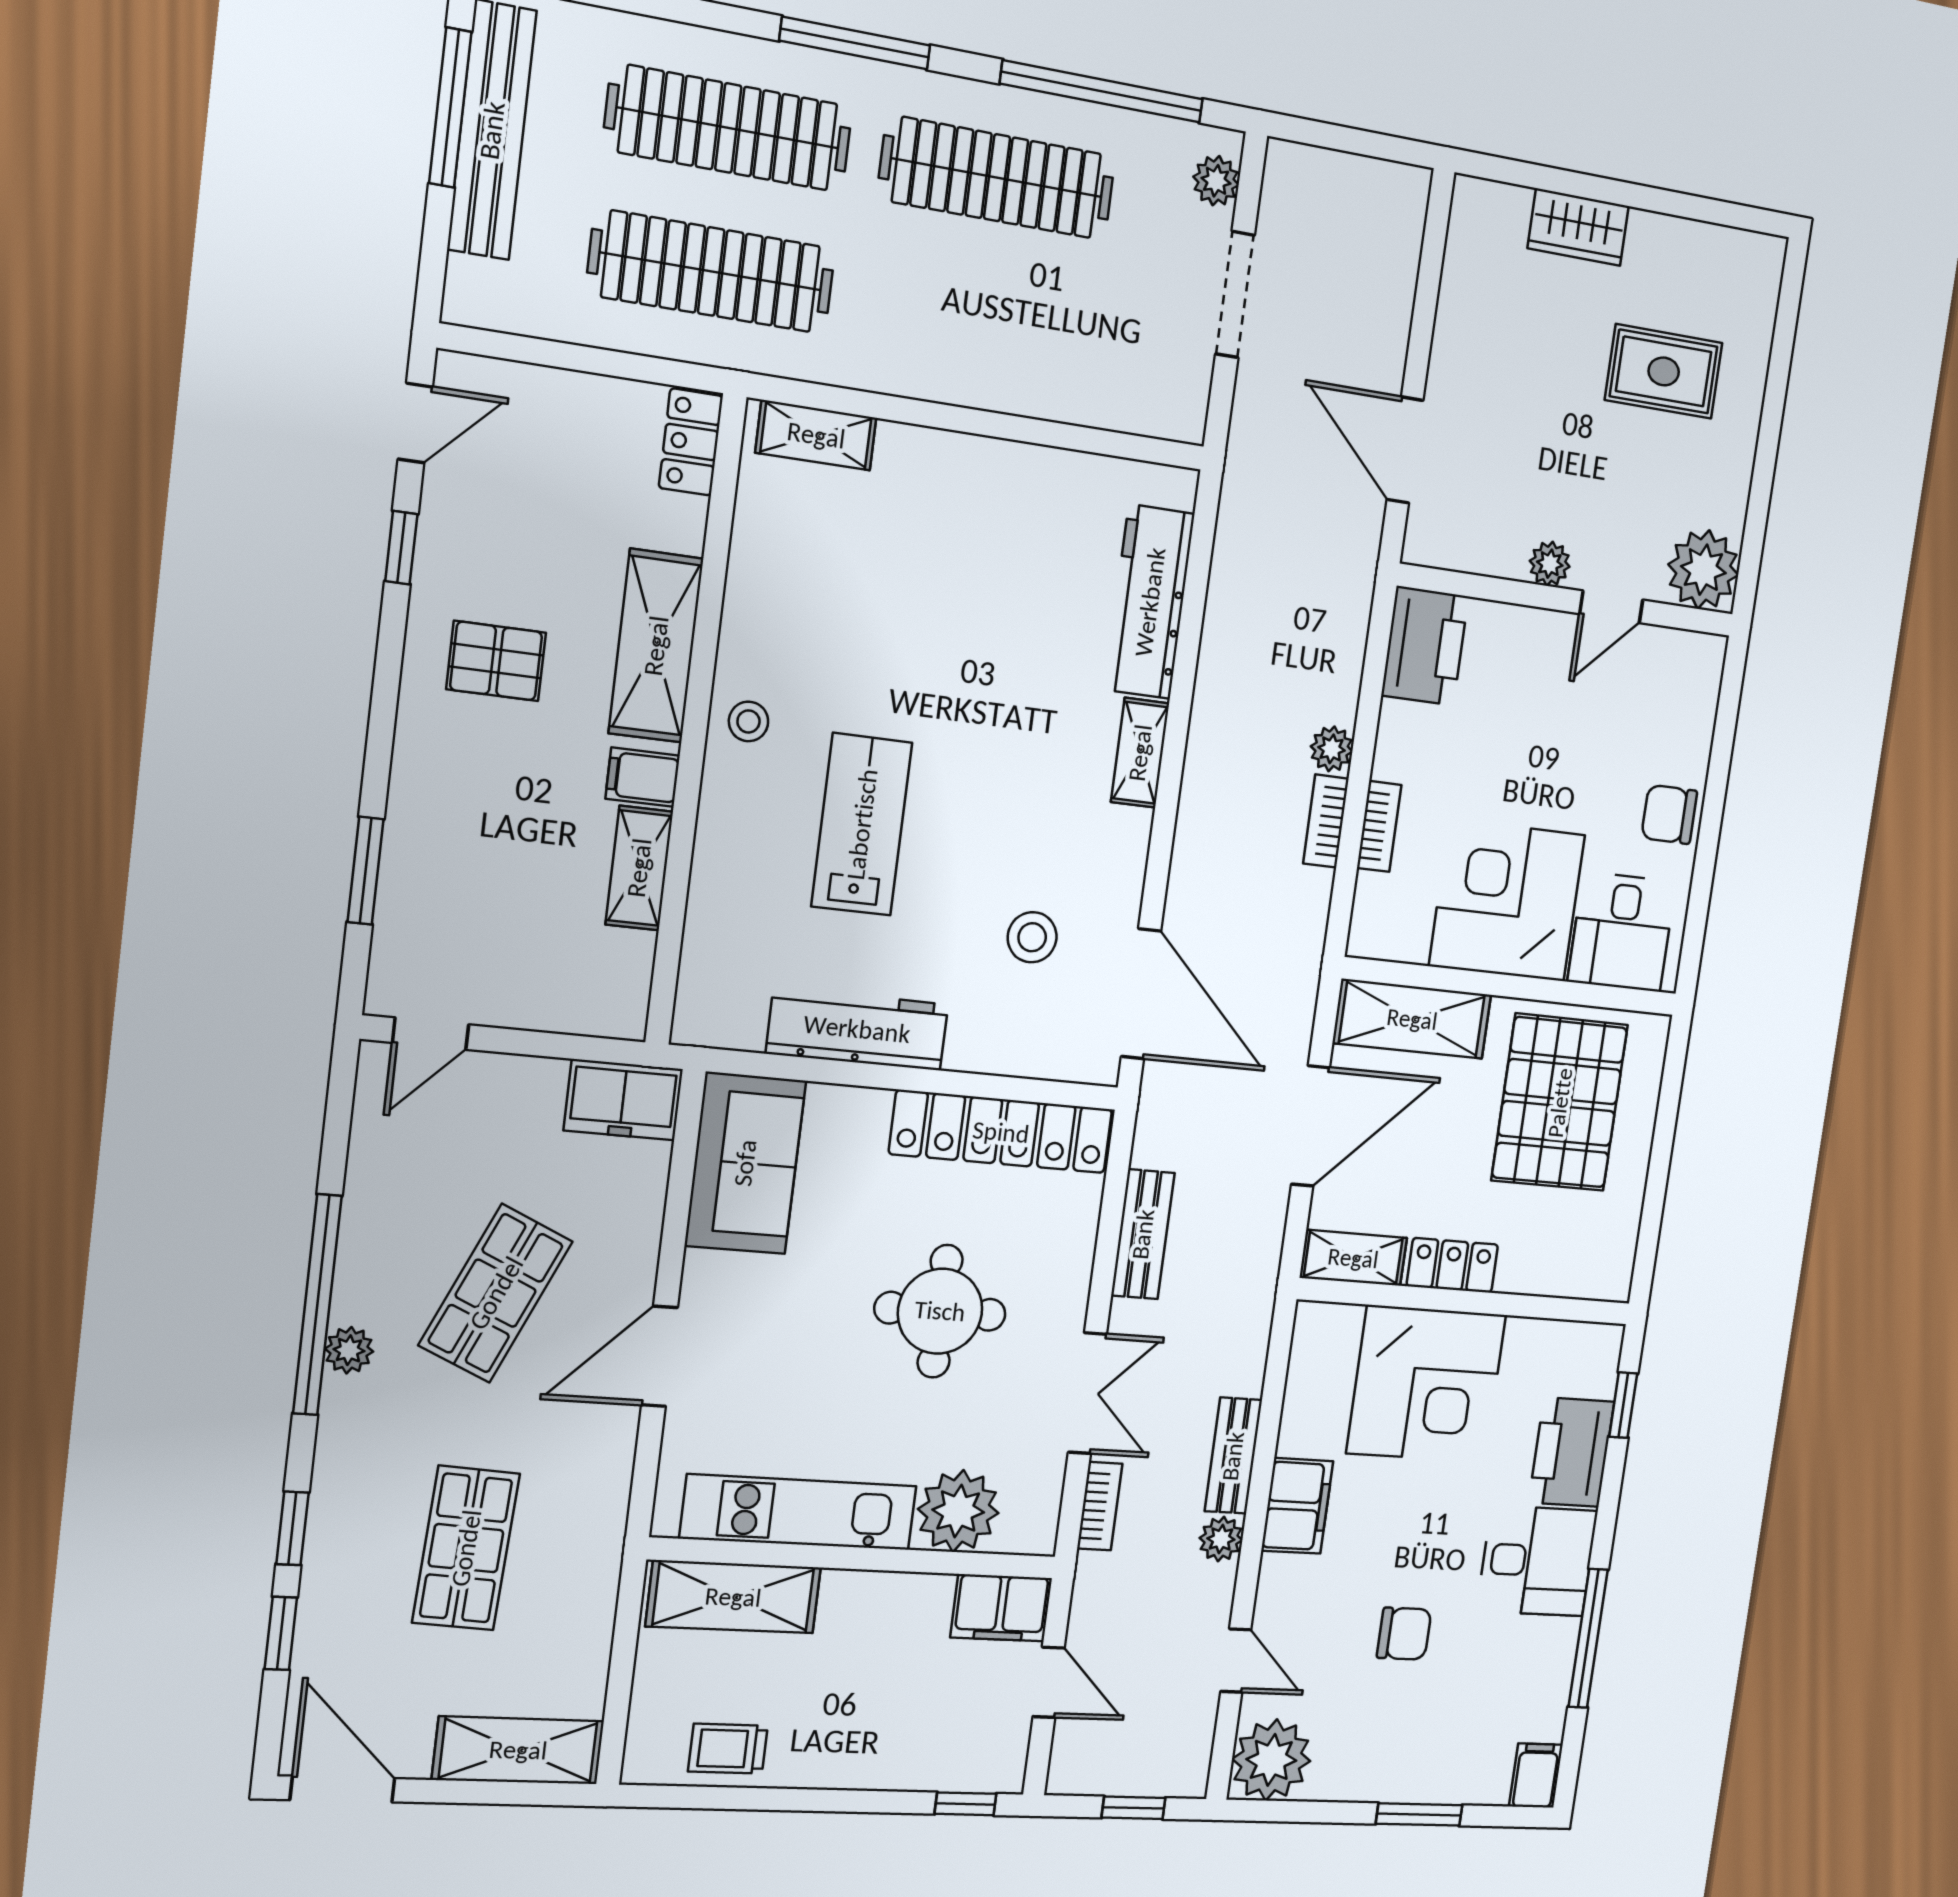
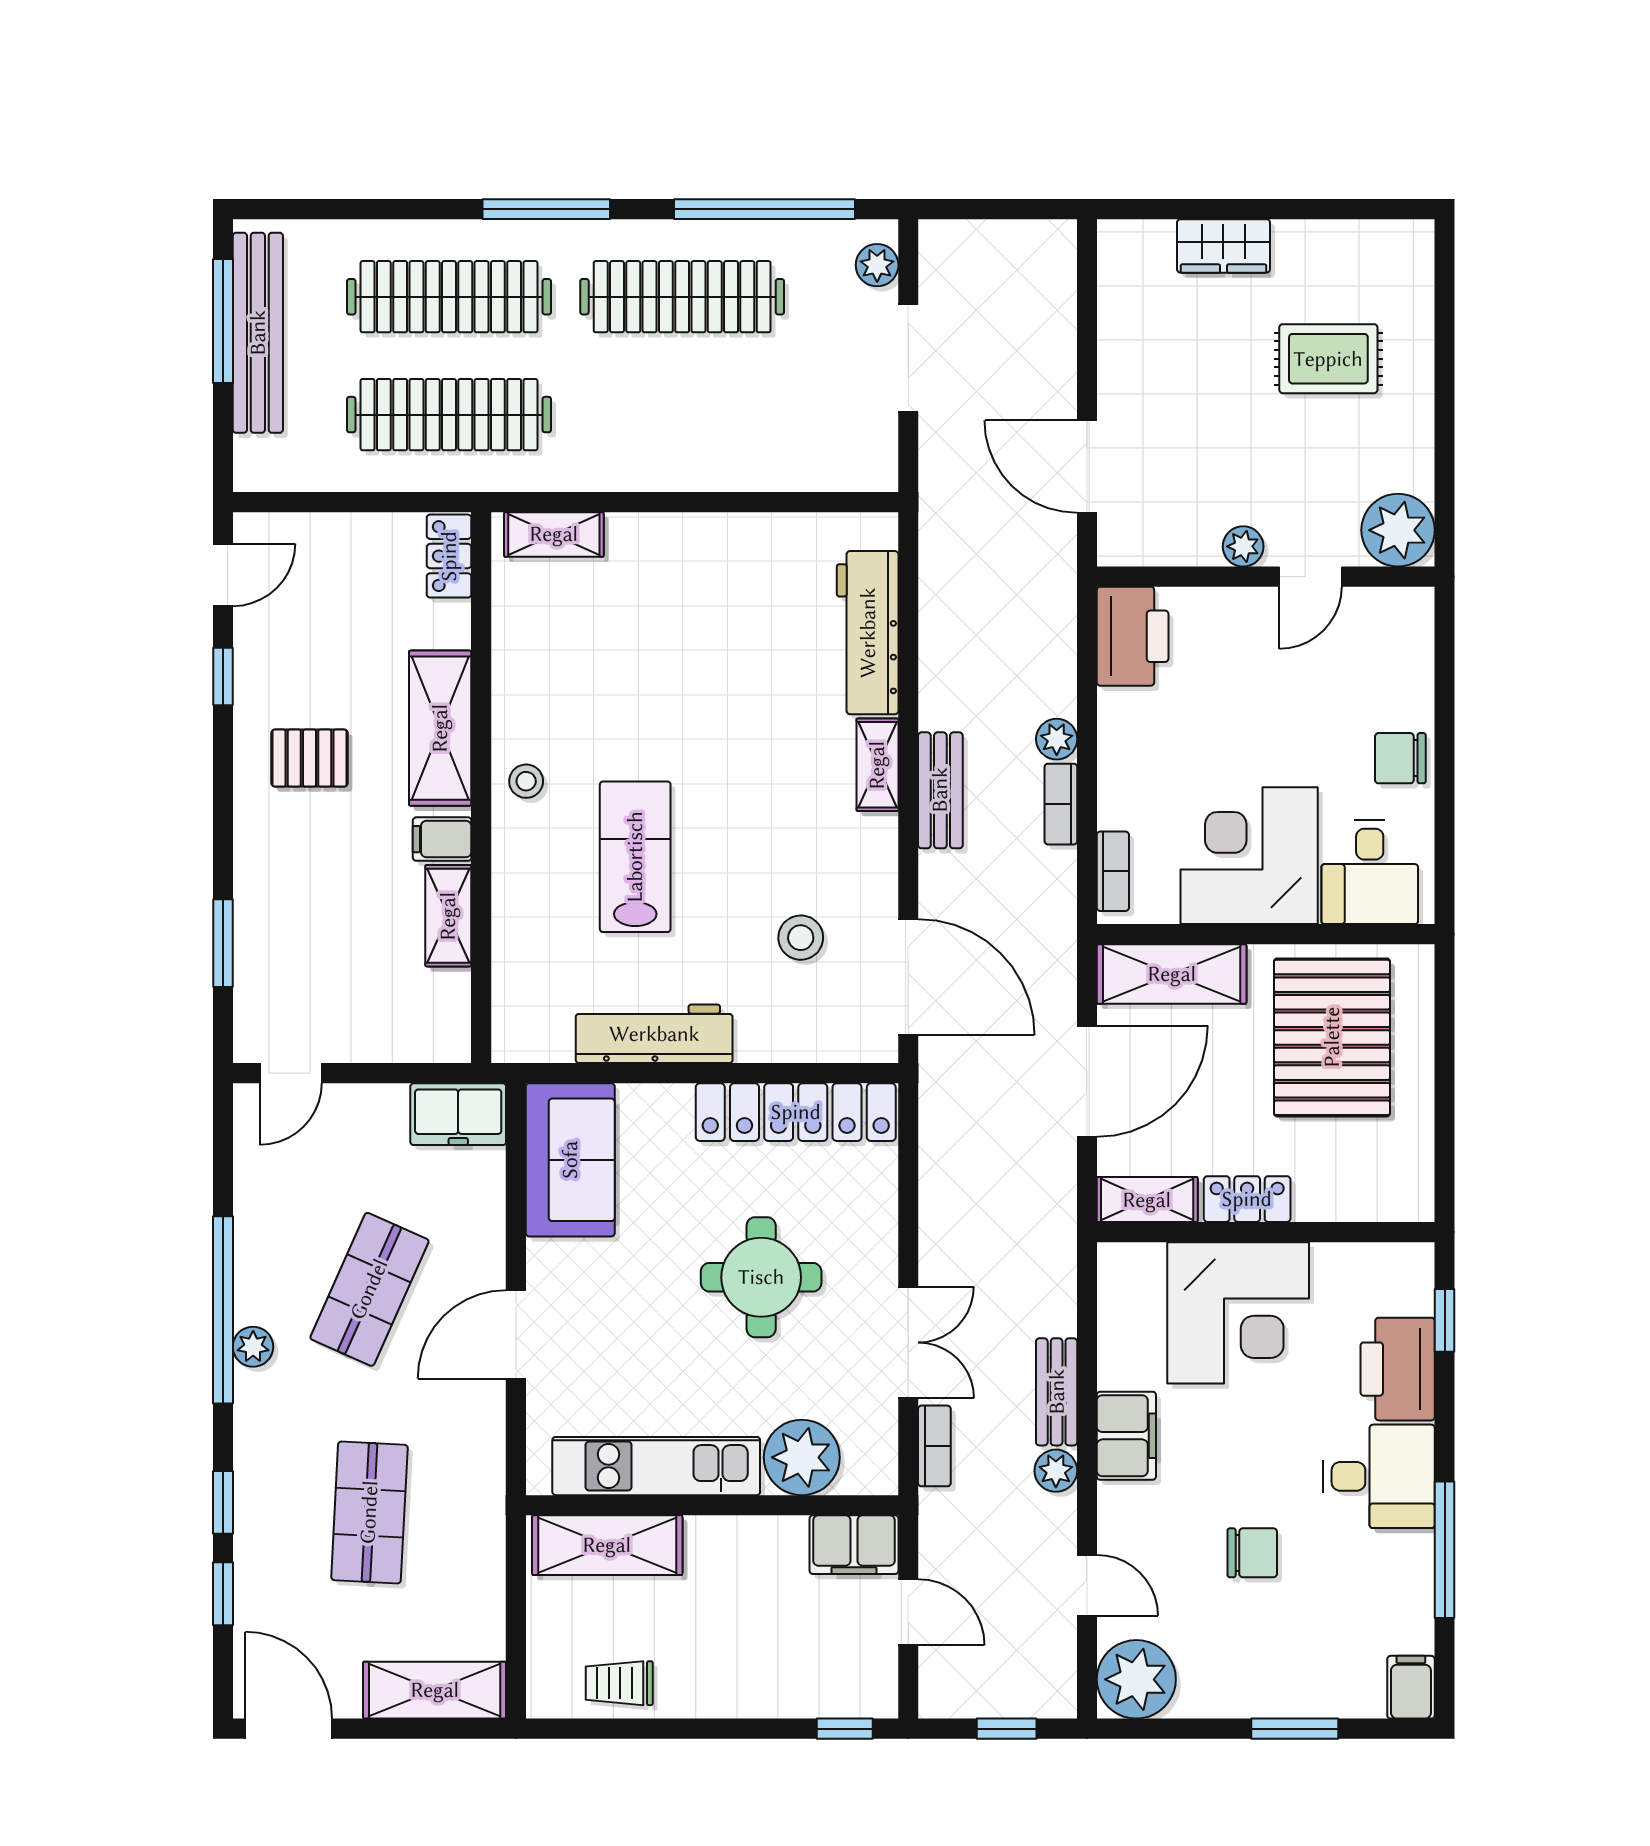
bookcase: (1379, 826) -> (1113, 871), moved
bench: (1143, 1234) -> (940, 790), moved

